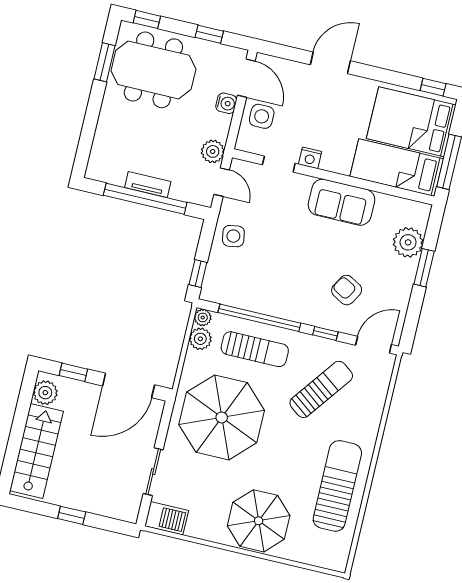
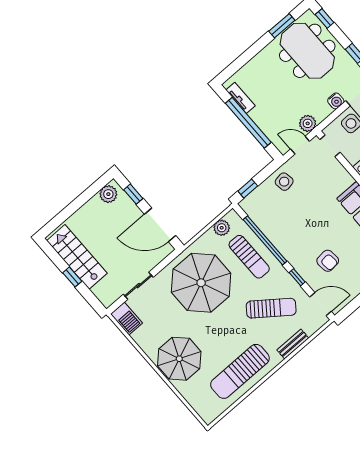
doorway: (279, 164) -> (330, 146), moved
door: (222, 182) -> (300, 145), swing flipped
tv unit: (148, 184) -> (241, 98), moved
armchair: (347, 290) -> (328, 261), turned 145
plant: (203, 317) -> (232, 216), removed
bench: (375, 412) -> (293, 344), added
stairs: (36, 451) -> (77, 257), moved, turned -90
sun lounger: (337, 486) -> (240, 371), turned 180

